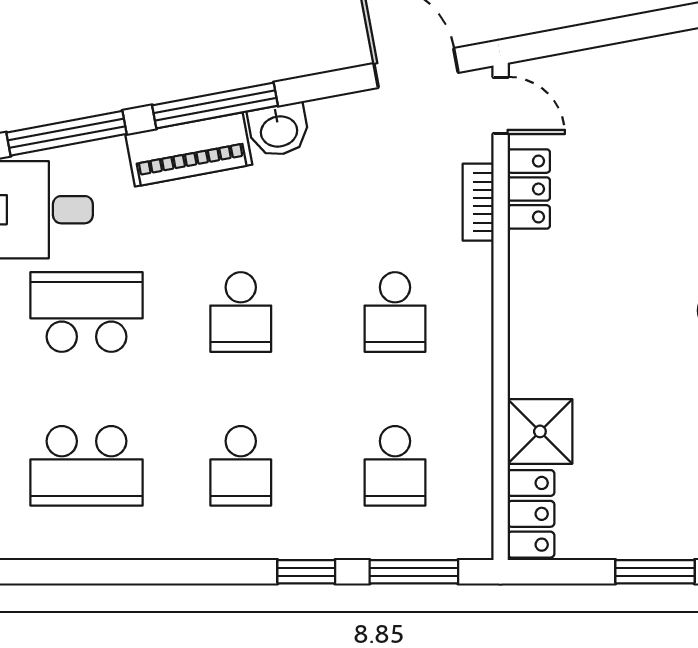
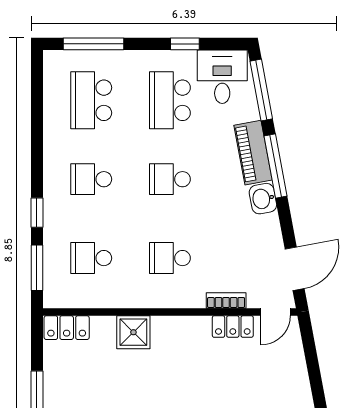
school desk: (86, 312) -> (170, 100), turned 180
shower: (540, 431) -> (133, 332), moved

